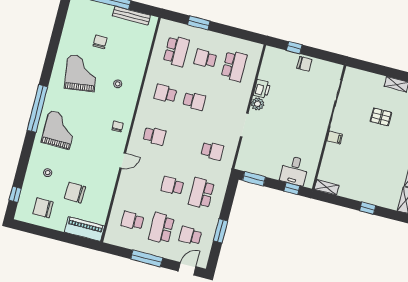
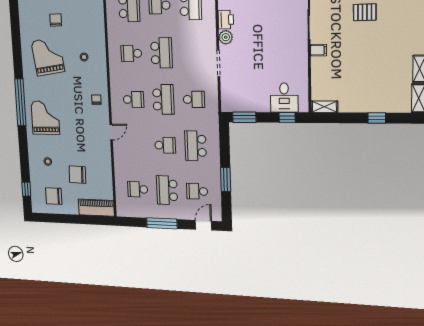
school desk: (194, 101) -> (161, 53), width x1.85
school desk: (183, 143) -> (163, 99), added
school desk: (172, 186) -> (165, 145), turned 180

